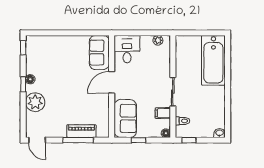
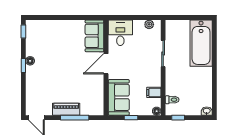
sliding door: (173, 92) -> (163, 54), moved
plant: (35, 102) -> (35, 82), removed
piano: (81, 131) -> (66, 109), moved

